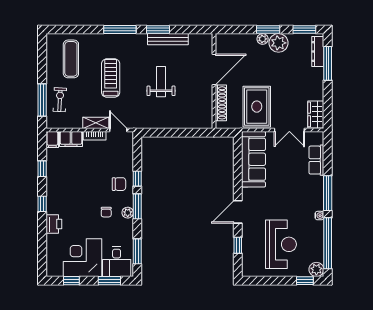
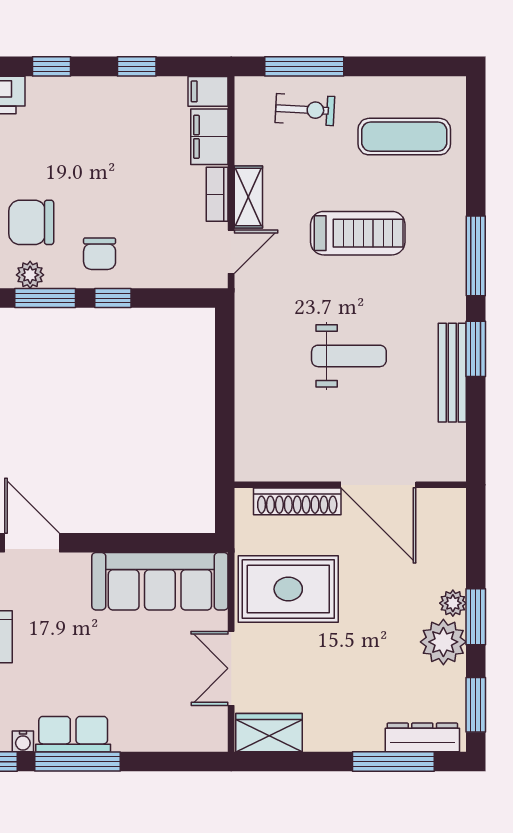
row of seats: (316, 160) -> (73, 734), moved
chair: (106, 212) -> (31, 222), width x1.87, depth x1.87

